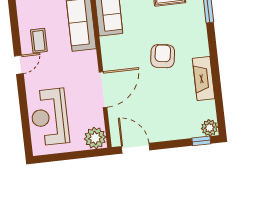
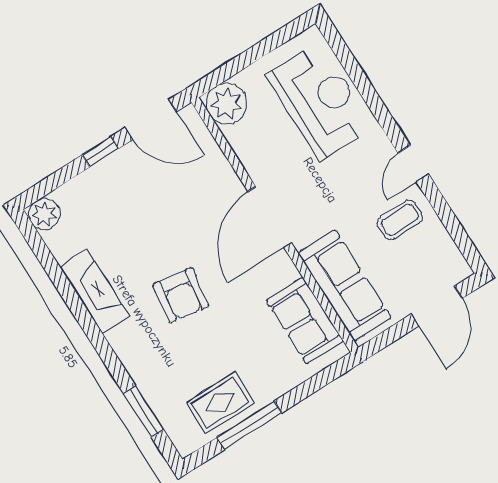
coffee table: (39, 41) -> (400, 220), turned 90
door: (103, 90) -> (270, 217), moved
window: (201, 141) -> (100, 152), moved

